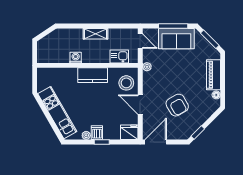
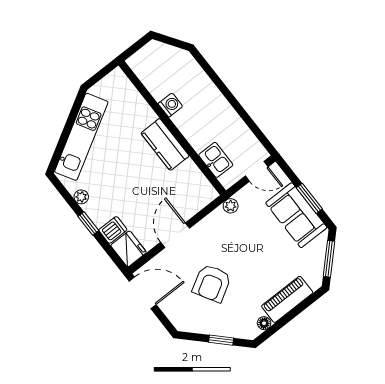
window: (173, 26) -> (309, 198), width x0.69
shelving: (95, 34) -> (221, 106), removed
door: (140, 41) -> (257, 171), hinge flipped
stool: (126, 83) -> (189, 196), removed
window: (198, 132) -> (221, 340), moved
dishwasher: (97, 133) -> (113, 230), moved

